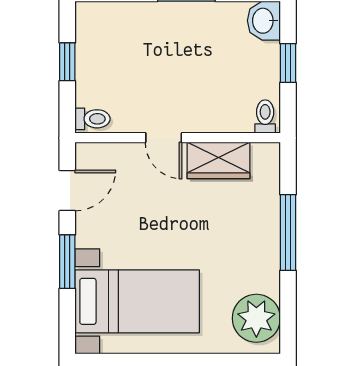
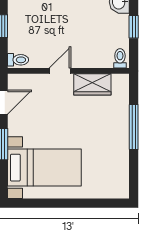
door: (164, 138) -> (60, 71), swing flipped
plant: (256, 318) -> (115, 178), removed

